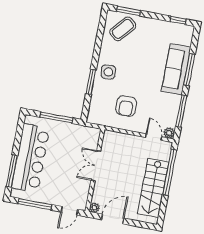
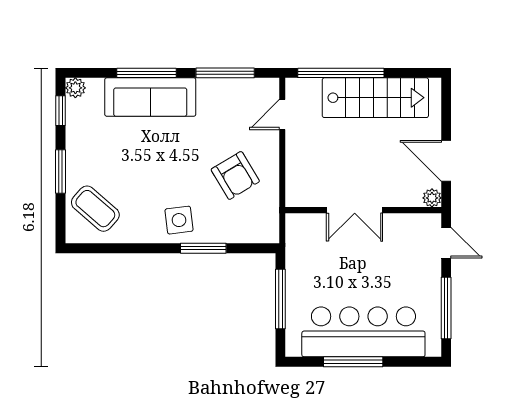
window: (129, 11) -> (61, 171), moved
armchair: (126, 106) -> (235, 175), turned 59
plant: (169, 133) -> (75, 88), moved
window: (12, 171) -> (353, 362), moved

